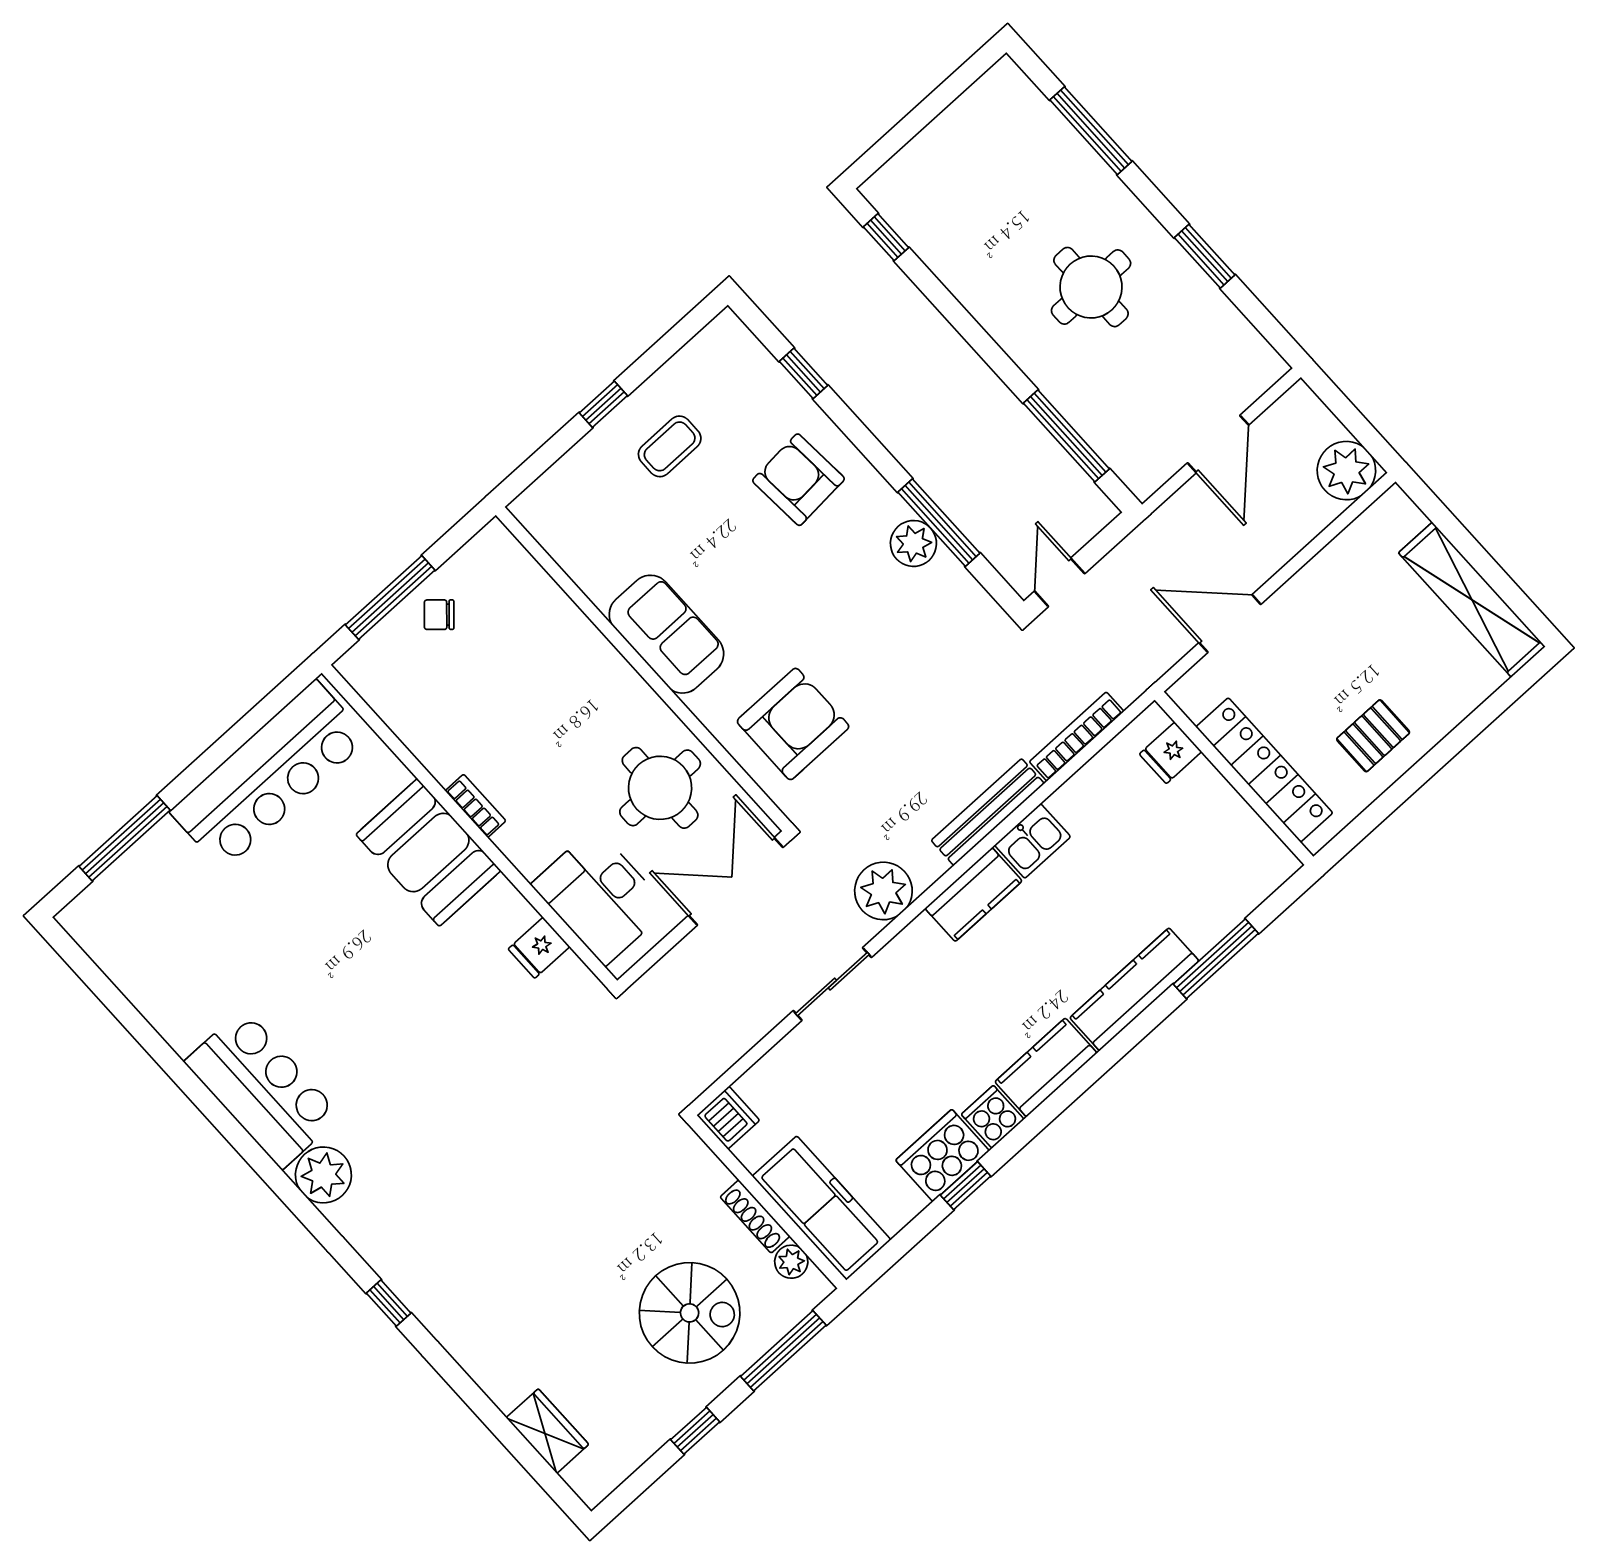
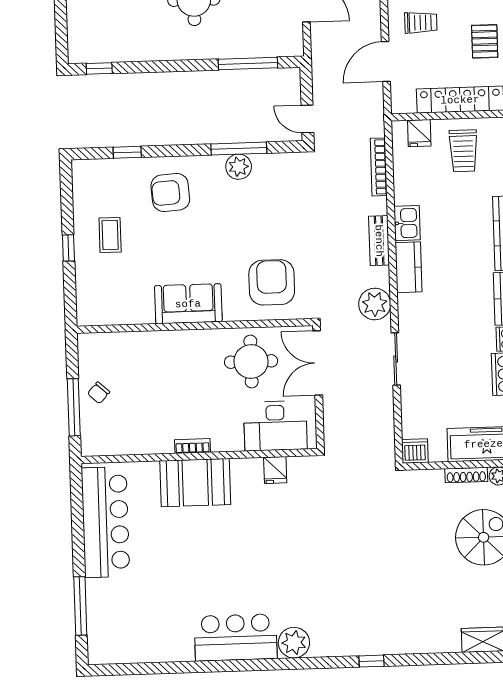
trolley: (1324, 626) -> (421, 23), added
bench: (988, 812) -> (379, 241), width x0.73
trolley: (1198, 834) -> (463, 151), added

